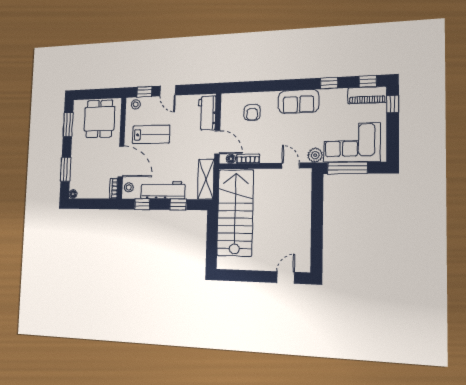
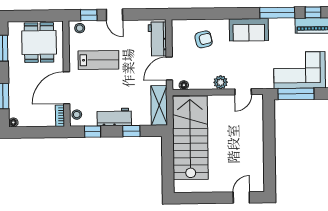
window: (329, 83) -> (277, 13), width x2.17
armchair: (252, 112) -> (204, 39), turned -103
door: (217, 142) -> (169, 69), swing flipped
plant: (315, 155) -> (221, 82), moved
bookcase: (248, 159) -> (201, 85), removed
door: (121, 161) -> (67, 88), swing flipped
door: (291, 166) -> (243, 92), swing flipped
workbench: (163, 190) -> (114, 117), width x0.73

